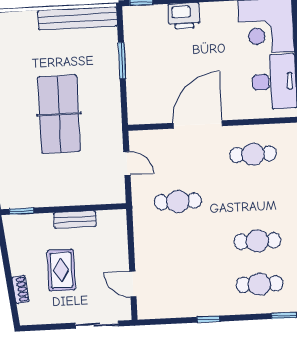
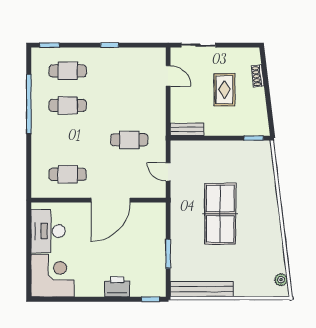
bench: (75, 219) -> (187, 129), moved

